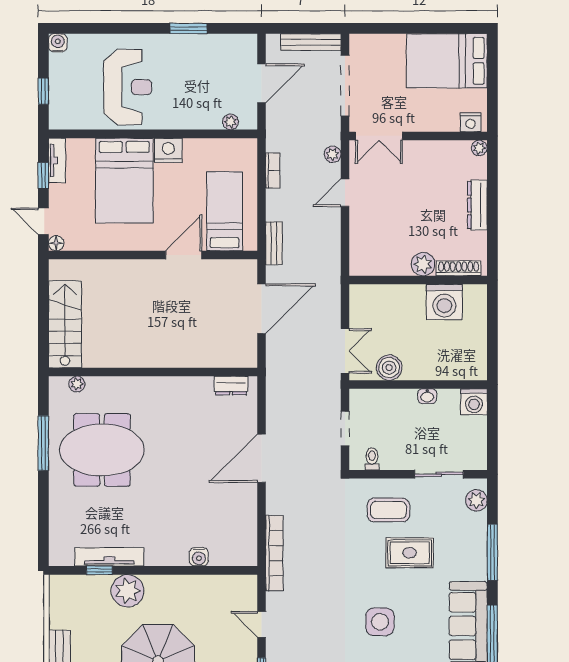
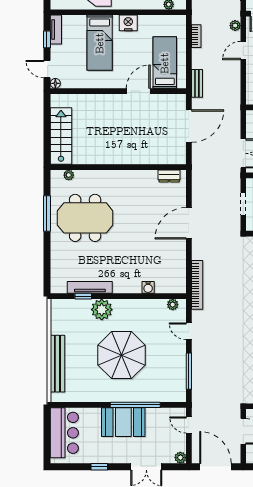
bed: (124, 181) -> (100, 43), width x0.67
plant: (237, 583) -> (173, 305), added

